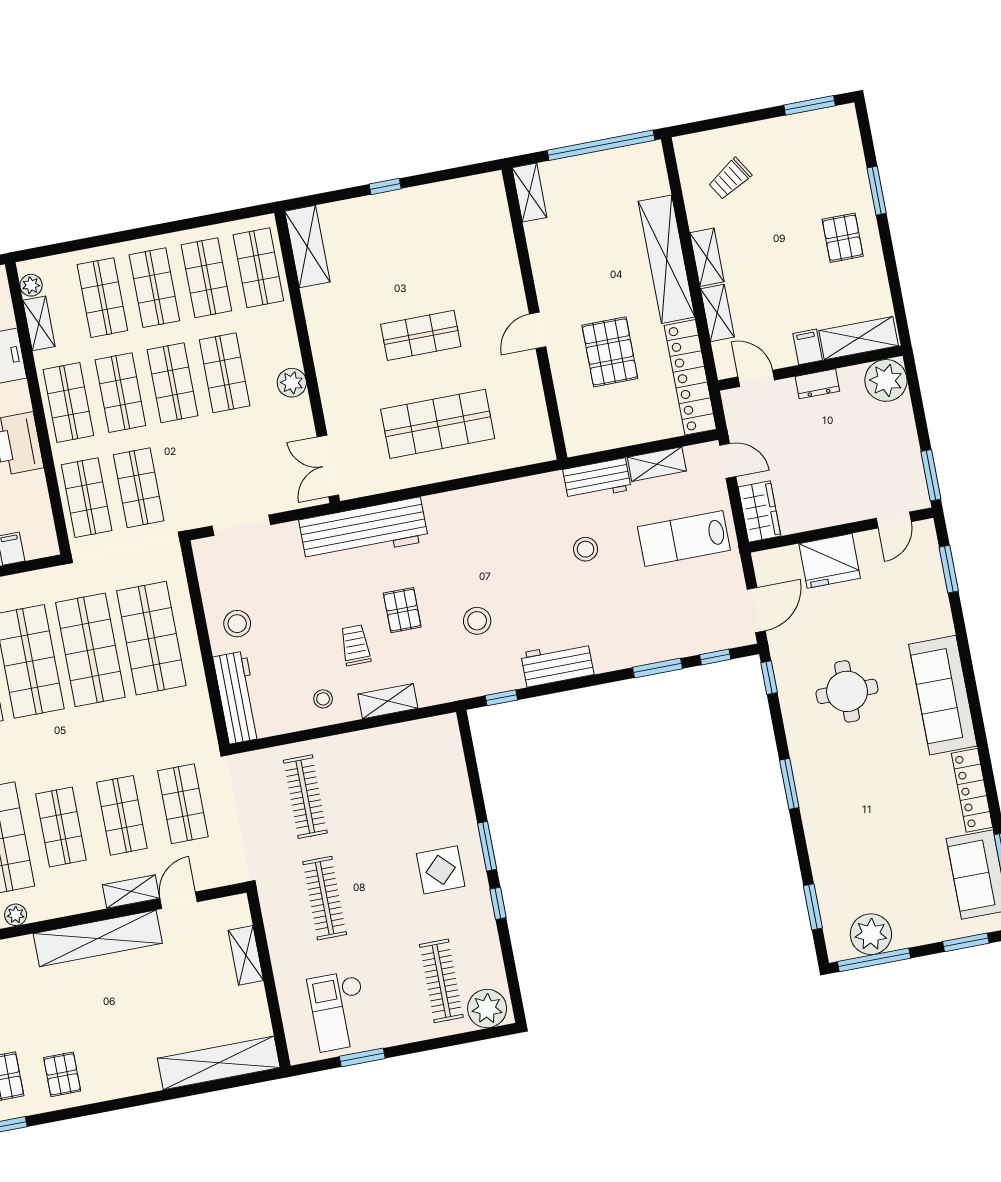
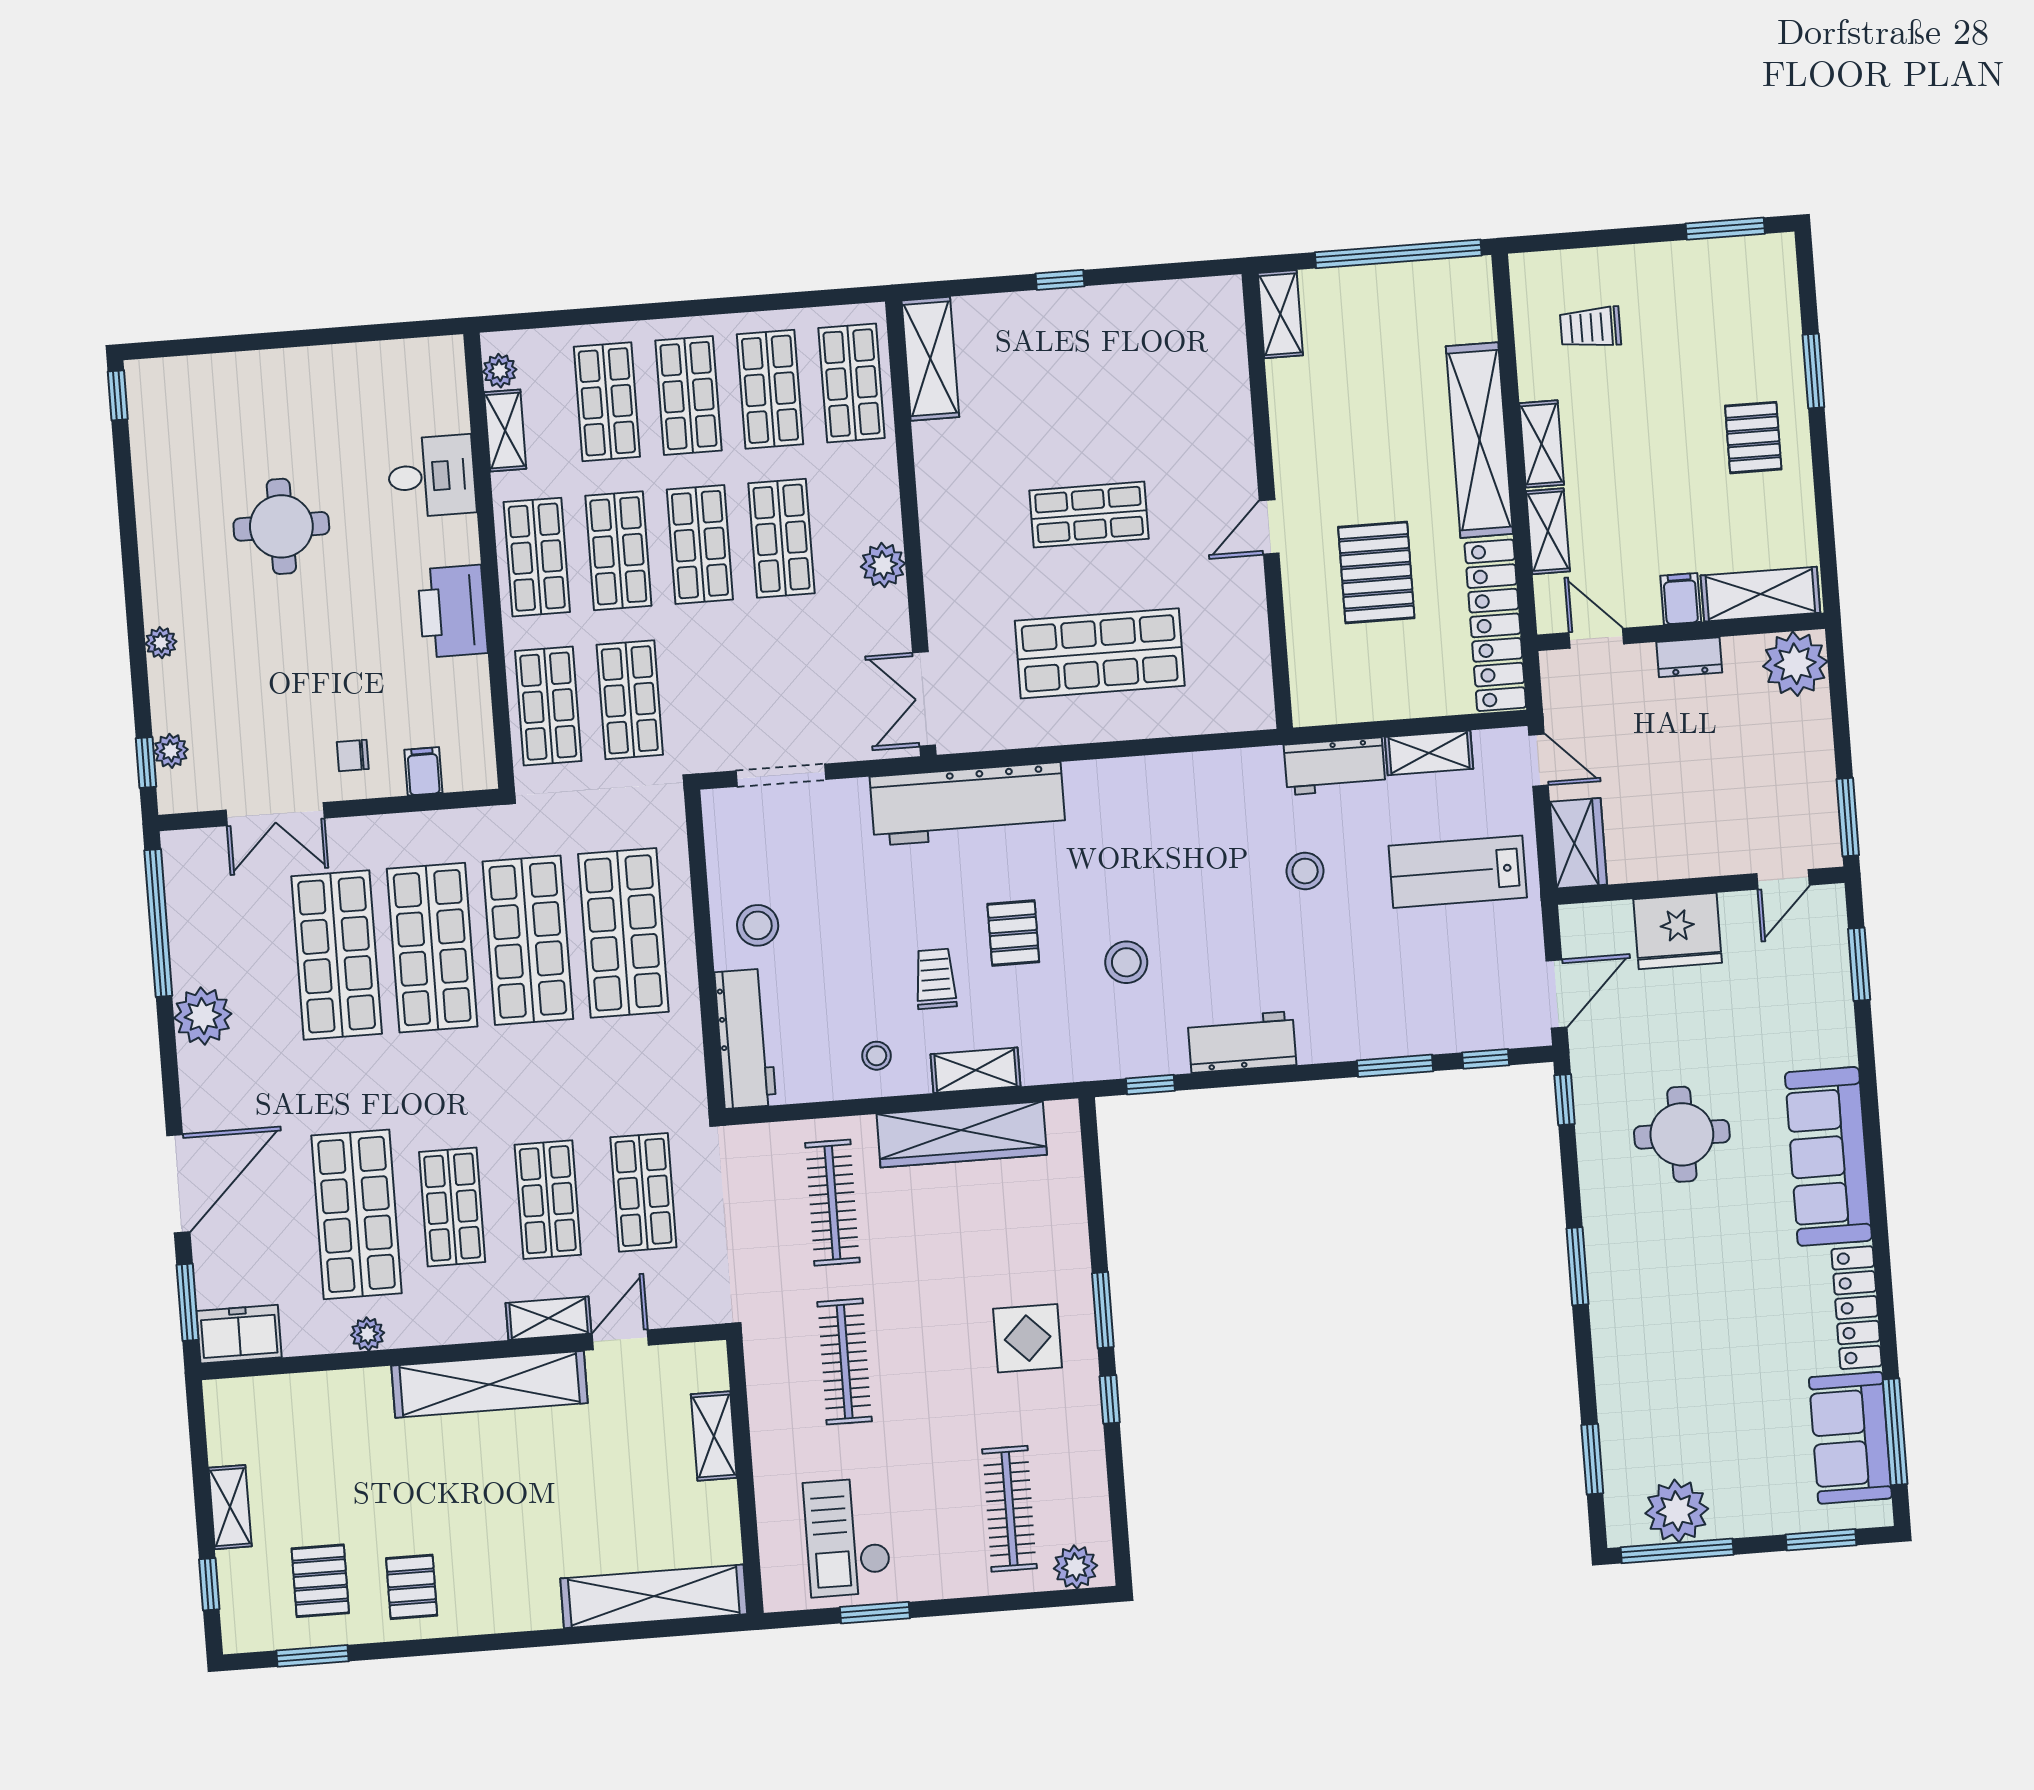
trolley: (730, 179) -> (1590, 327), turned 32
wardrobe: (384, 743) -> (962, 1134), added
plant: (487, 1009) -> (1075, 1567), width x0.73, depth x0.73

